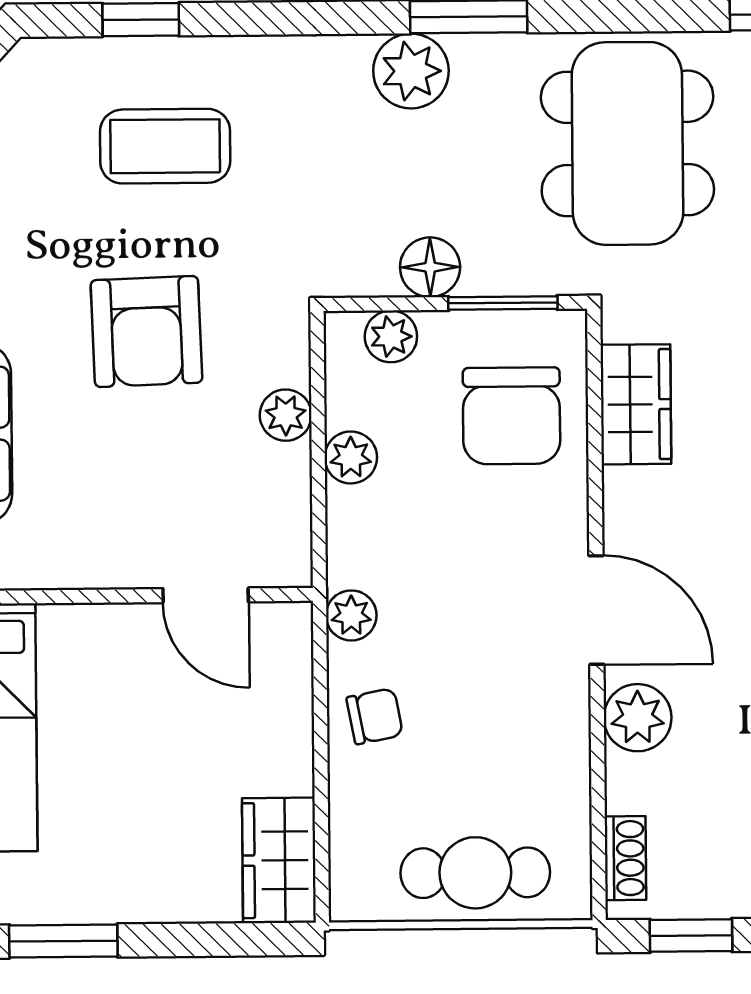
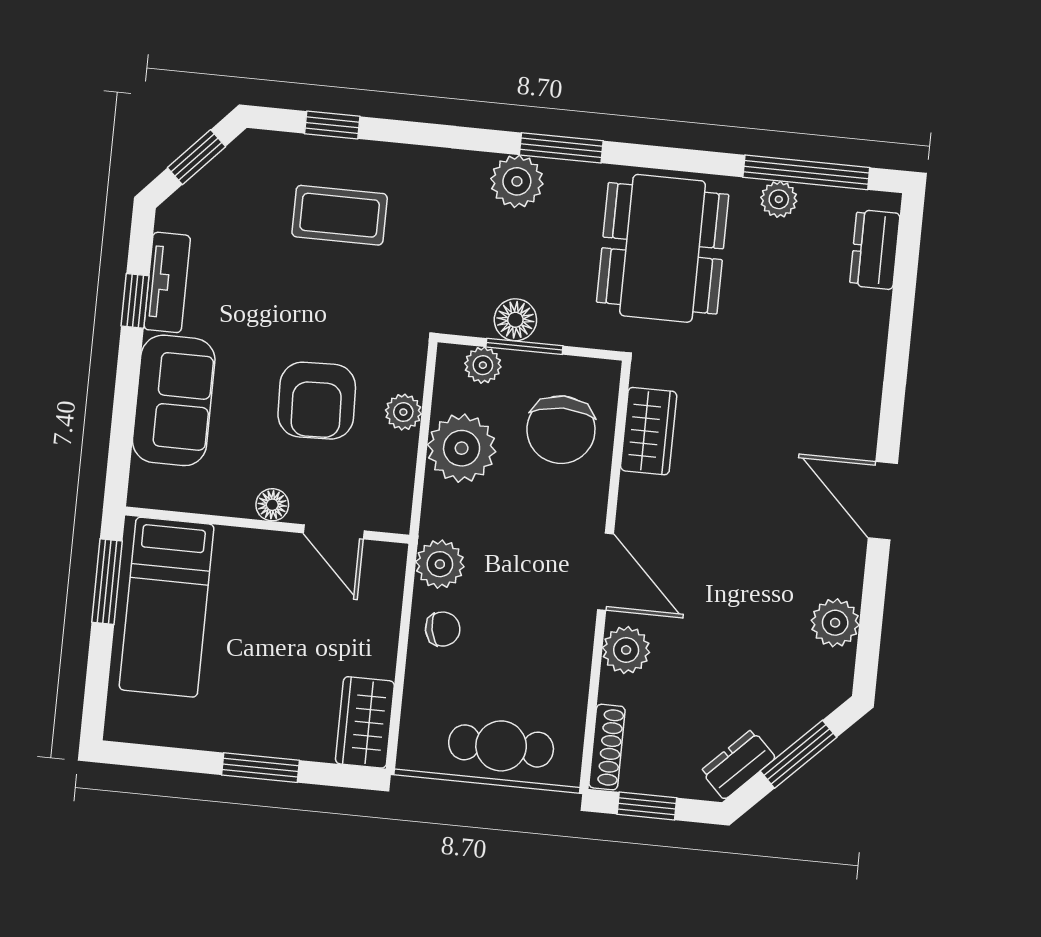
window: (503, 303) -> (524, 346), moved
armchair: (146, 331) -> (317, 401), moved
plant: (351, 457) -> (462, 448), width x1.88, depth x1.88
floor lamp: (114, 567) -> (272, 505), added
plant: (351, 615) -> (440, 564), width x1.38, depth x1.38
shoe rack: (625, 858) -> (607, 747), width x1.43
window: (63, 941) -> (260, 768), moved

